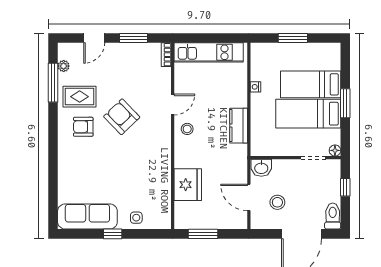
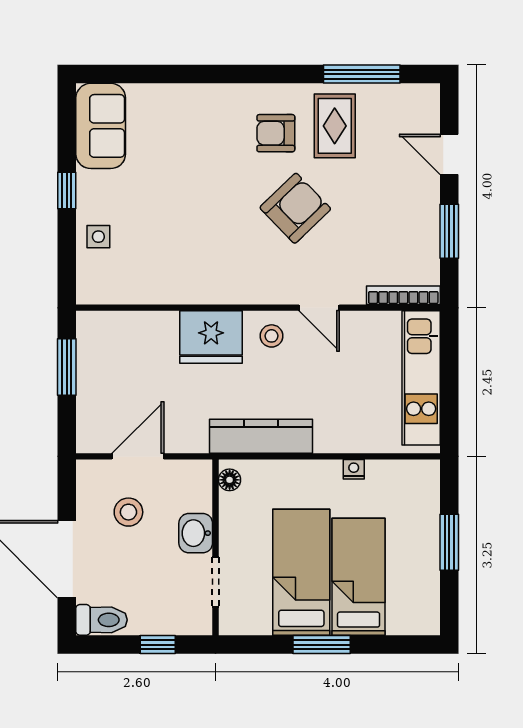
bookcase: (166, 55) -> (403, 295), width x1.56
plant: (64, 66) -> (394, 95), removed
kitchen counter: (239, 126) -> (261, 436), width x1.50
armchair: (83, 127) -> (276, 133), turned -90
floor lamp: (335, 150) -> (230, 480), moved
washbasin: (261, 168) -> (196, 533), moved
fridge: (188, 185) -> (211, 337), moved
sofa: (87, 217) -> (101, 126), width x0.73

